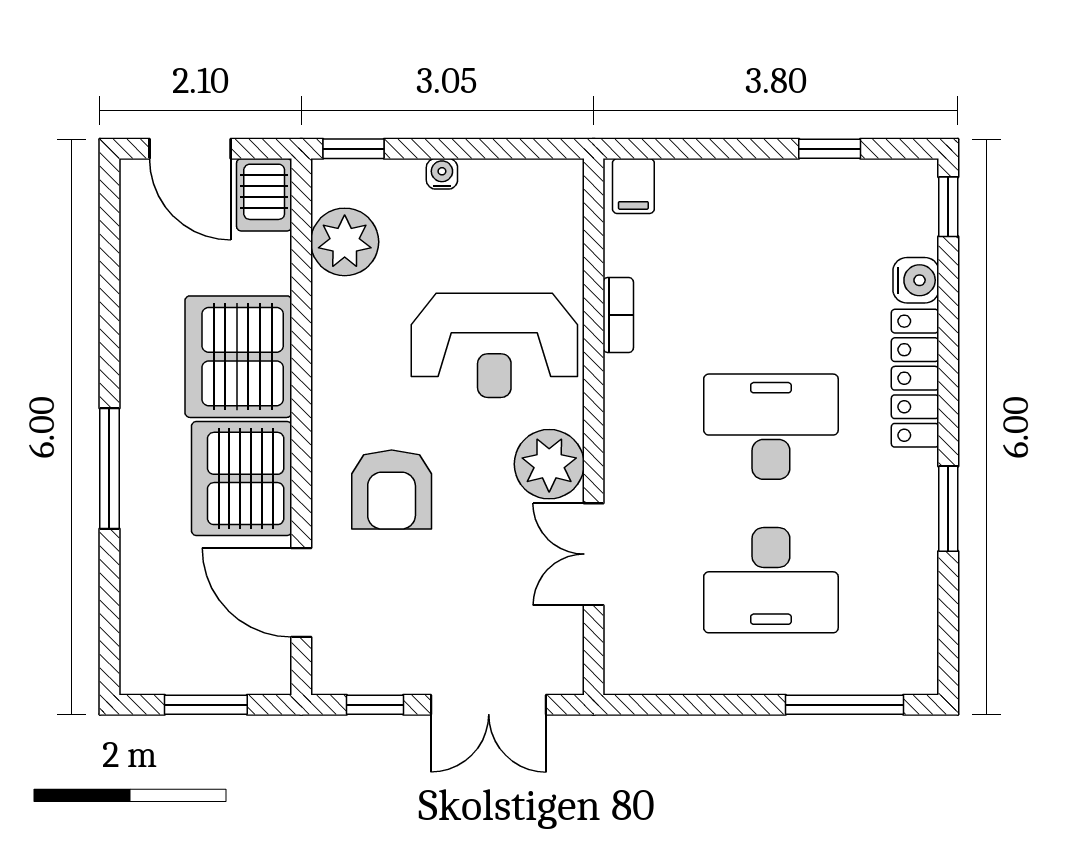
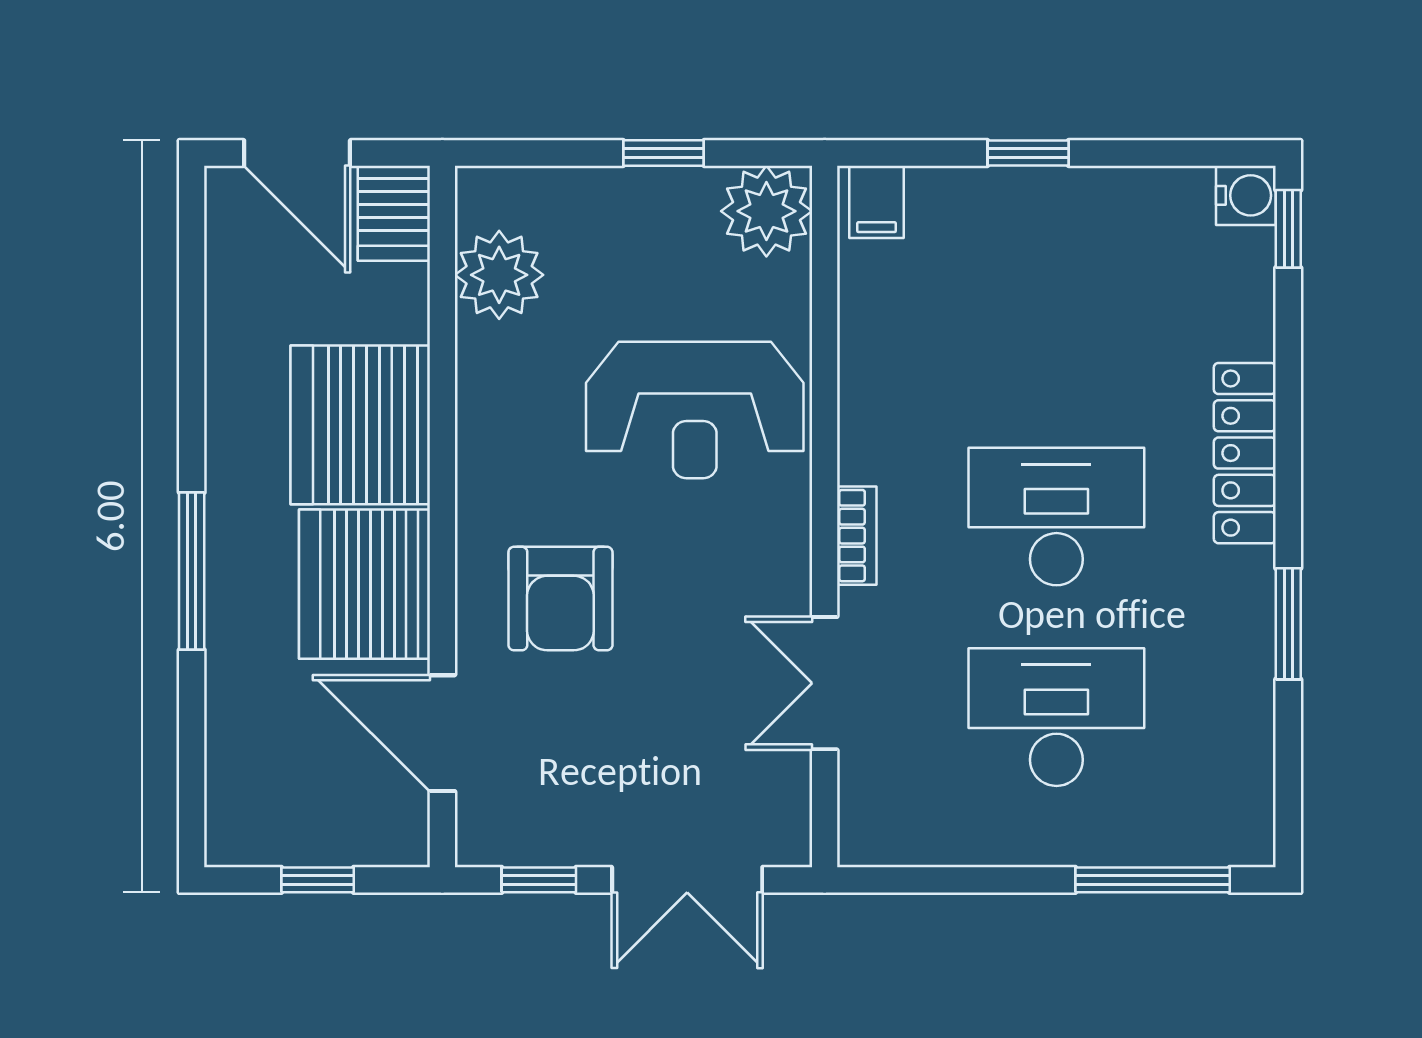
window: (353, 149) -> (664, 153), moved
window: (830, 149) -> (1028, 153), moved
water cooler: (442, 174) -> (626, 186), removed
water cooler: (916, 280) -> (1246, 195), moved
bookcase: (618, 315) -> (857, 536), moved
plant: (549, 464) -> (766, 211), moved
desk: (771, 580) -> (1056, 717), turned 180
window: (206, 705) -> (318, 880), width x0.67

